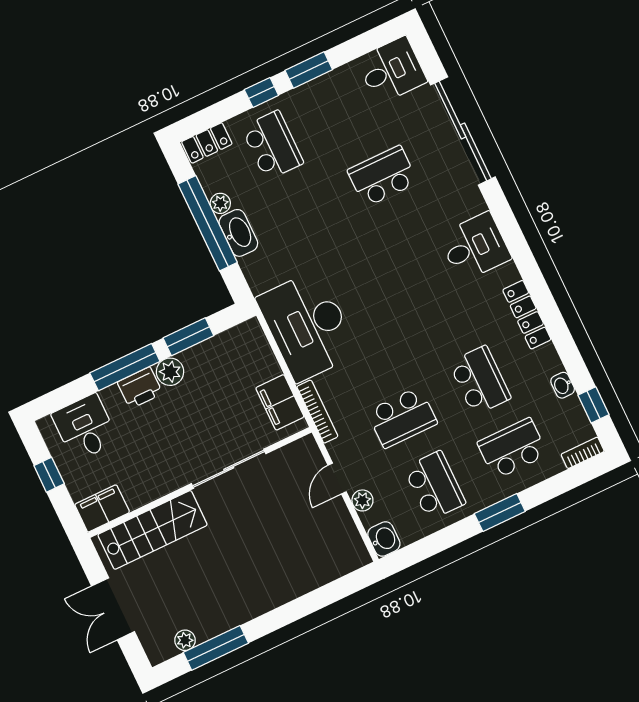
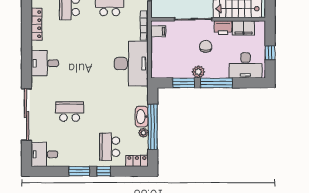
school desk: (382, 176) -> (70, 112), turned 180
printer: (140, 388) -> (223, 28), moved, turned 180
filing cabinet: (280, 402) -> (158, 31), width x0.50
desk: (85, 428) -> (245, 65), width x1.37
chair: (180, 428) -> (206, 46), added
filing cabinet: (102, 508) -> (243, 28), moved

